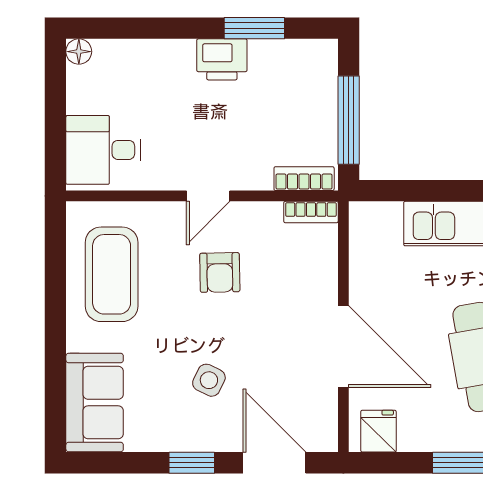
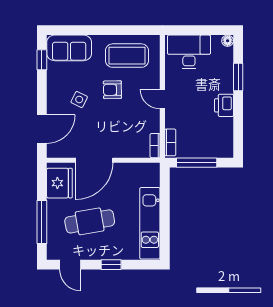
window: (254, 28) -> (238, 77), moved
desk: (103, 150) -> (189, 52), width x1.37
armchair: (220, 272) -> (112, 90), moved
fridge: (378, 431) -> (59, 183), width x1.88, depth x1.34
window: (192, 463) -> (42, 60), moved

